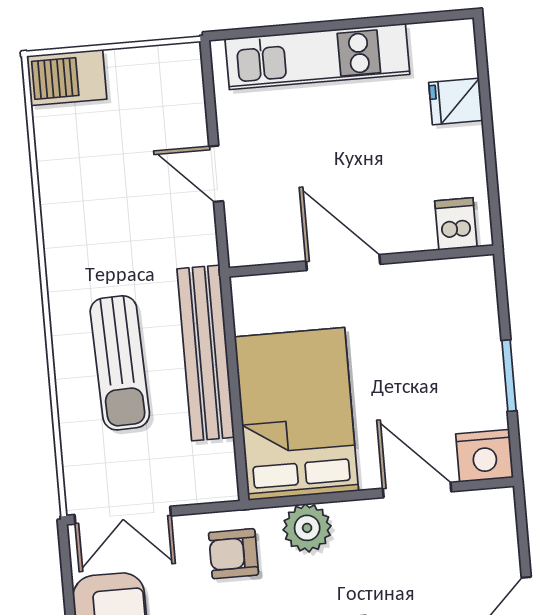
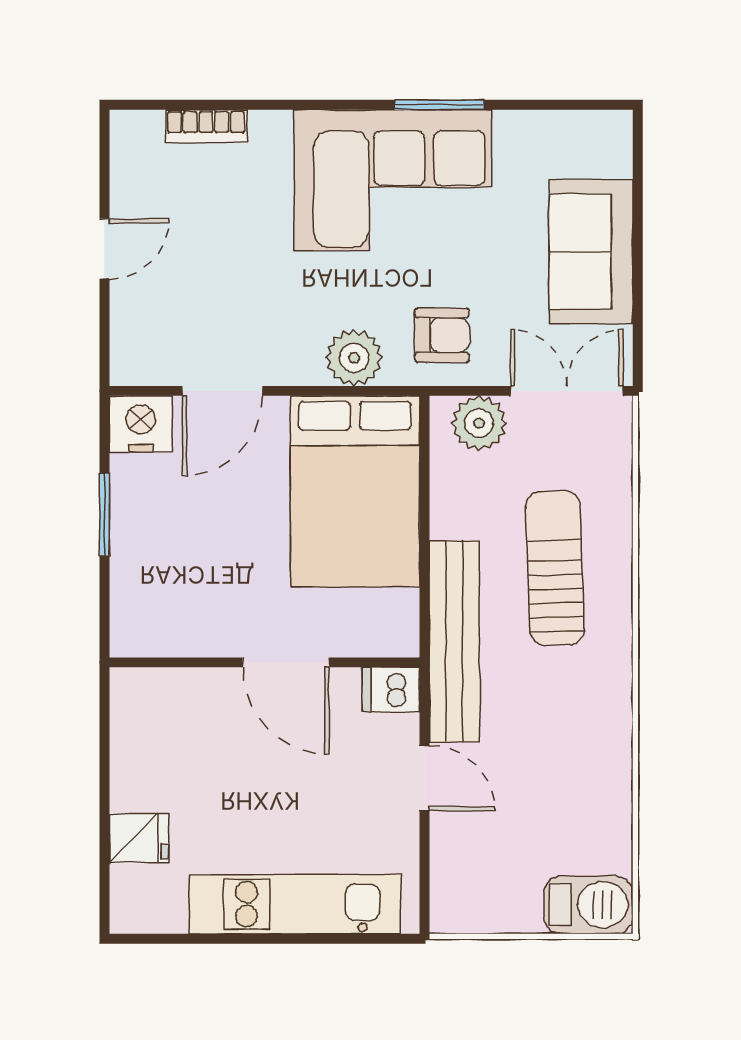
dishwasher: (456, 224) -> (391, 690), moved, turned 90
bench: (206, 353) -> (454, 641), moved
plant: (195, 481) -> (479, 423), added
door: (417, 490) -> (222, 391), hinge flipped

